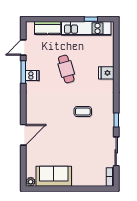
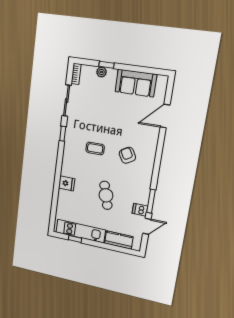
dishwasher: (32, 76) -> (140, 210), moved
armchair: (52, 111) -> (127, 155), added
door: (23, 135) -> (165, 116), moved
plant: (31, 182) -> (102, 72), moved
window: (83, 189) -> (106, 65), added

